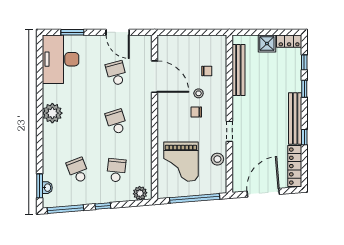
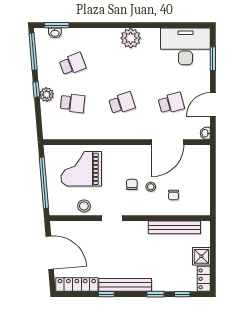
washbasin: (146, 40) -> (205, 133), added
plant: (140, 193) -> (47, 95), moved

